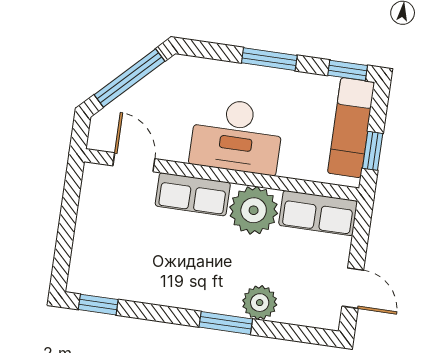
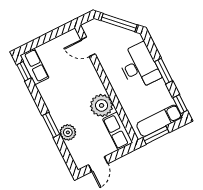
desk: (237, 136) -> (139, 66), moved, turned 180
window: (373, 151) -> (156, 135), width x1.50
door: (134, 162) -> (88, 47), swing flipped
row of seats: (193, 194) -> (35, 66), moved, turned 180

